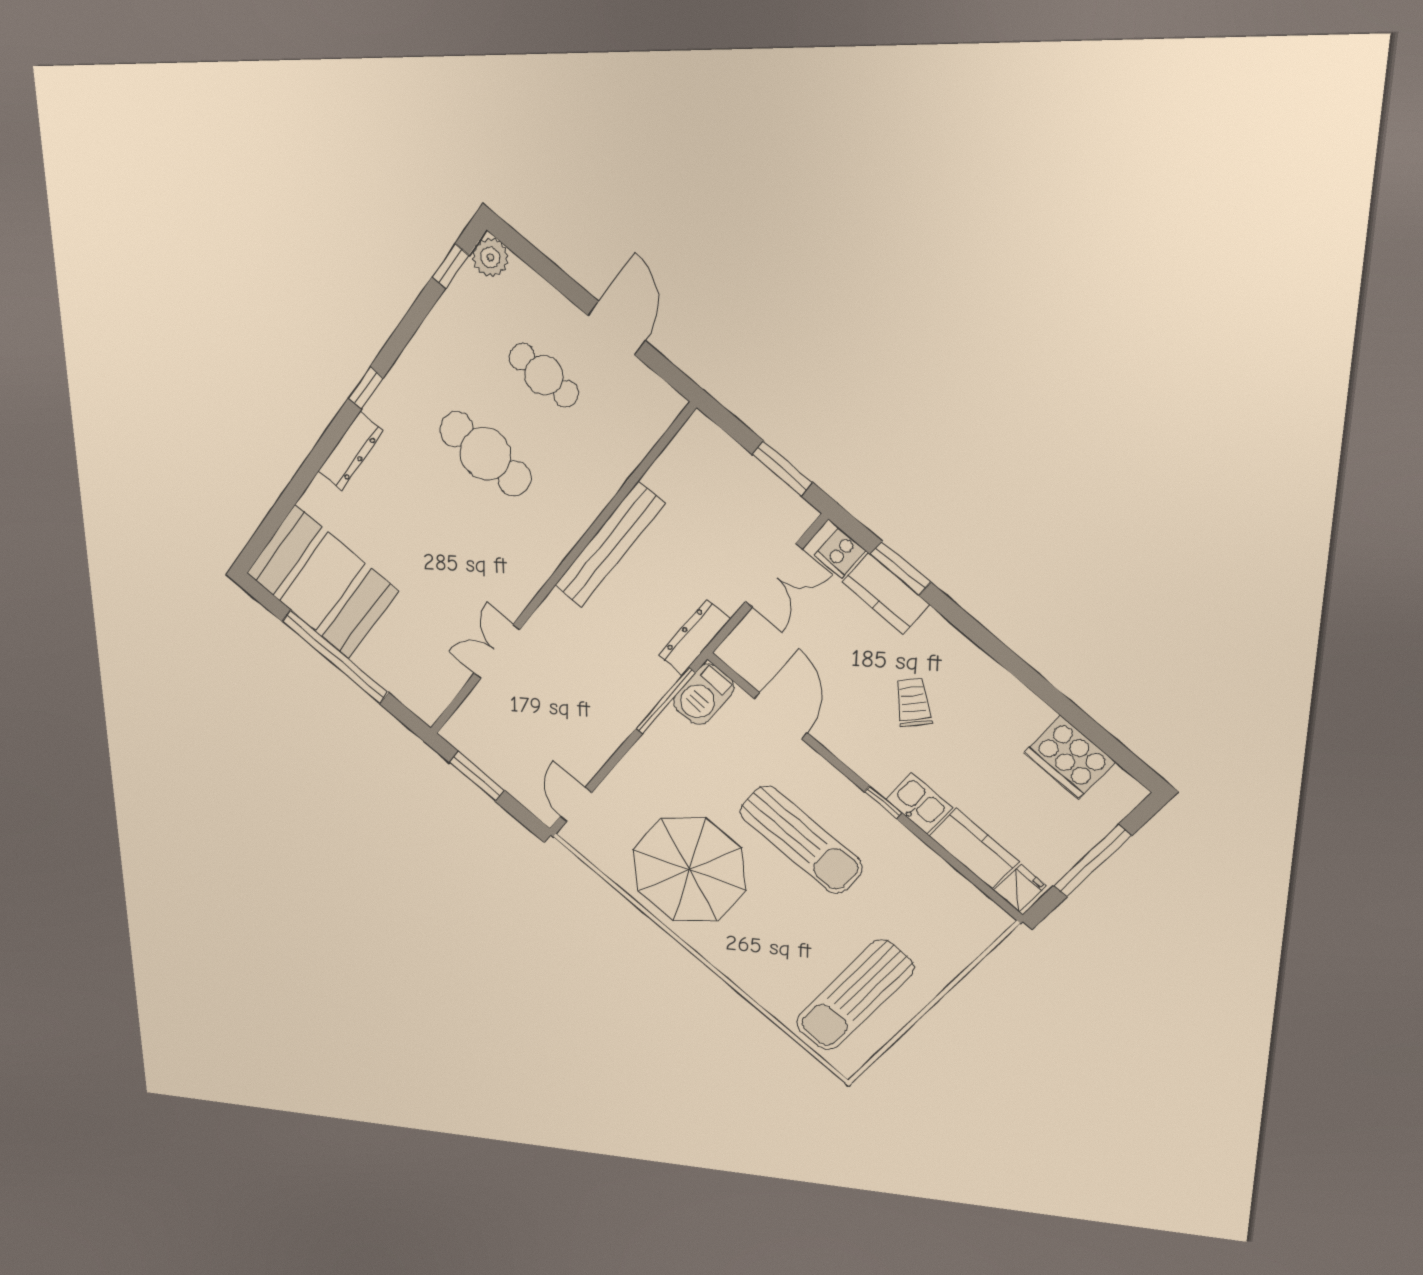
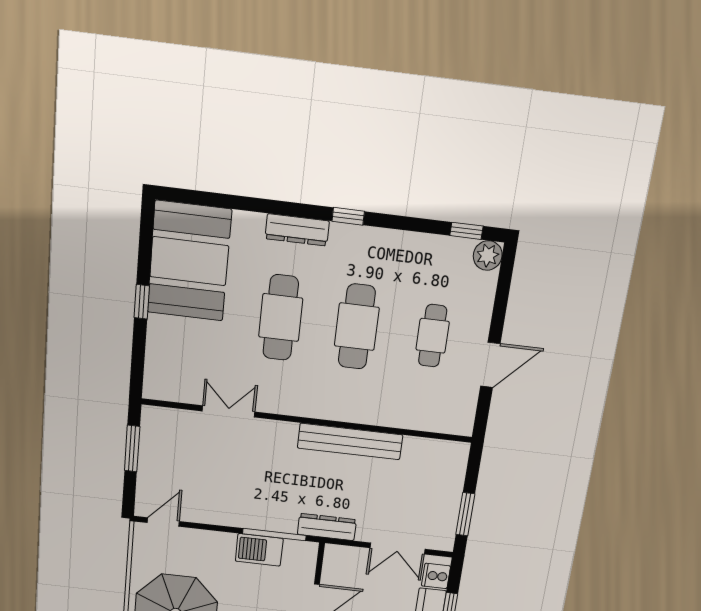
cafe table: (430, 529) -> (281, 318), added
window: (335, 657) -> (142, 302), width x0.32
barbecue: (704, 694) -> (259, 550), moved

